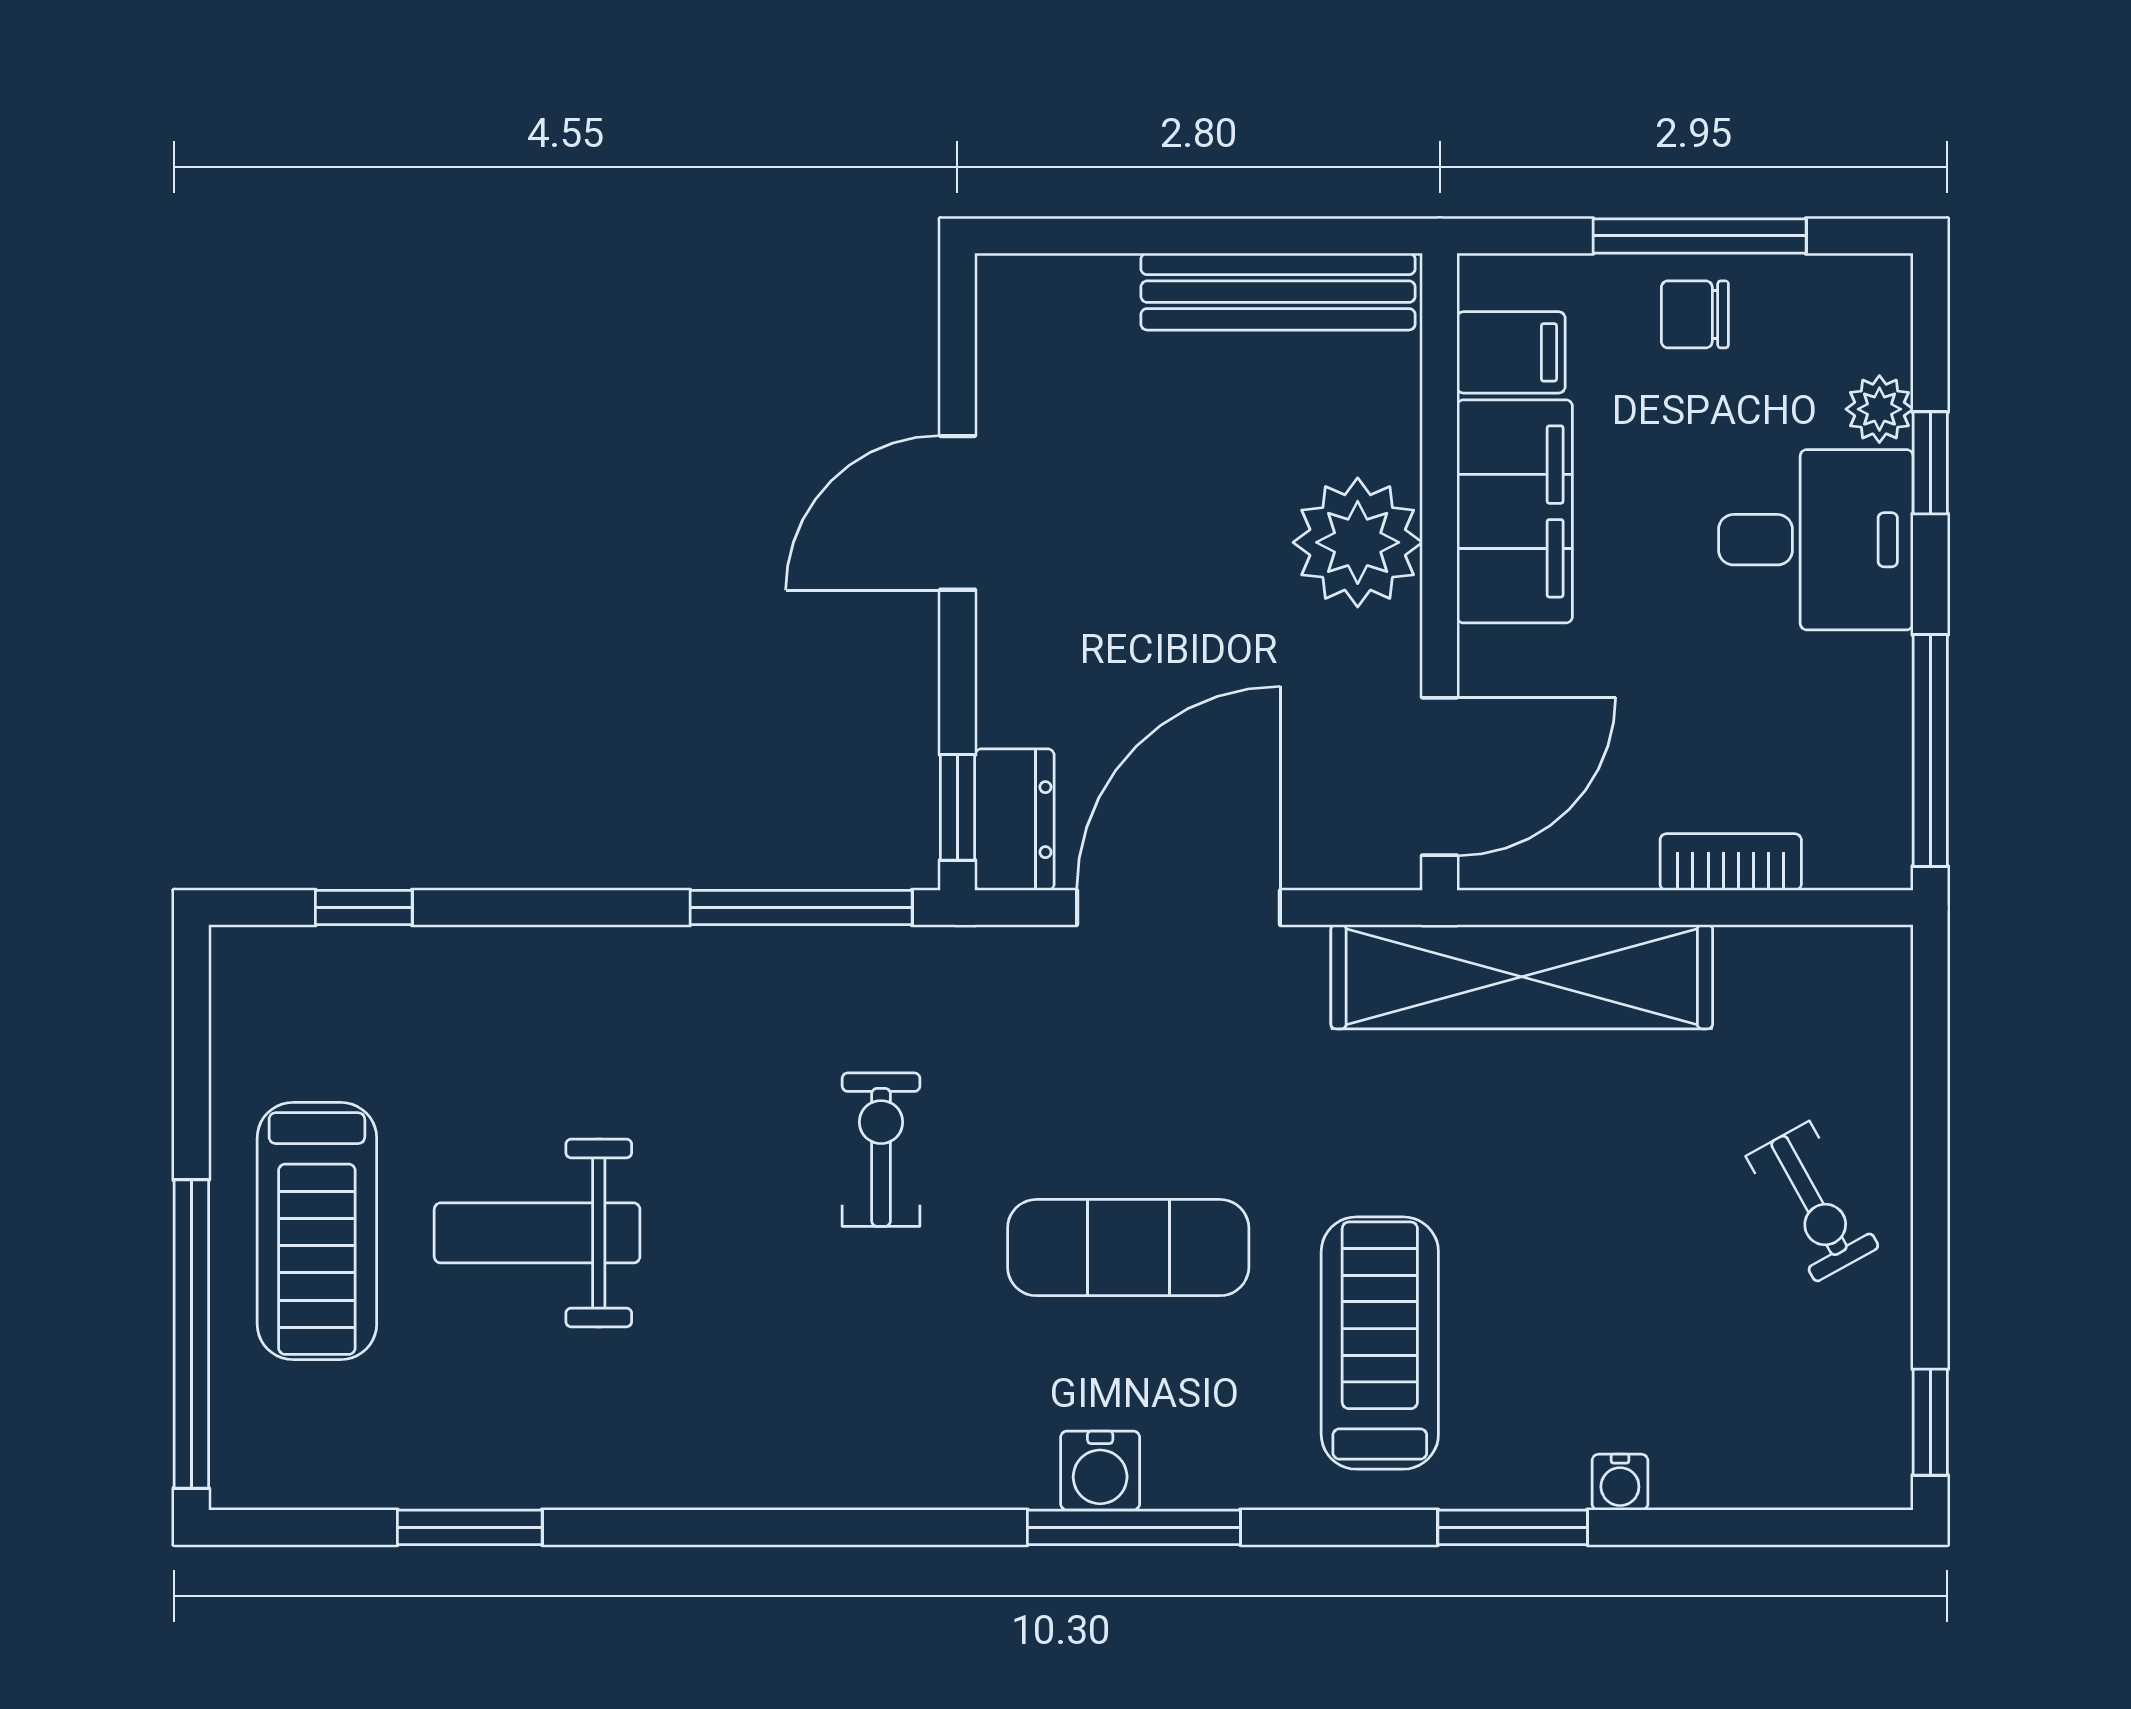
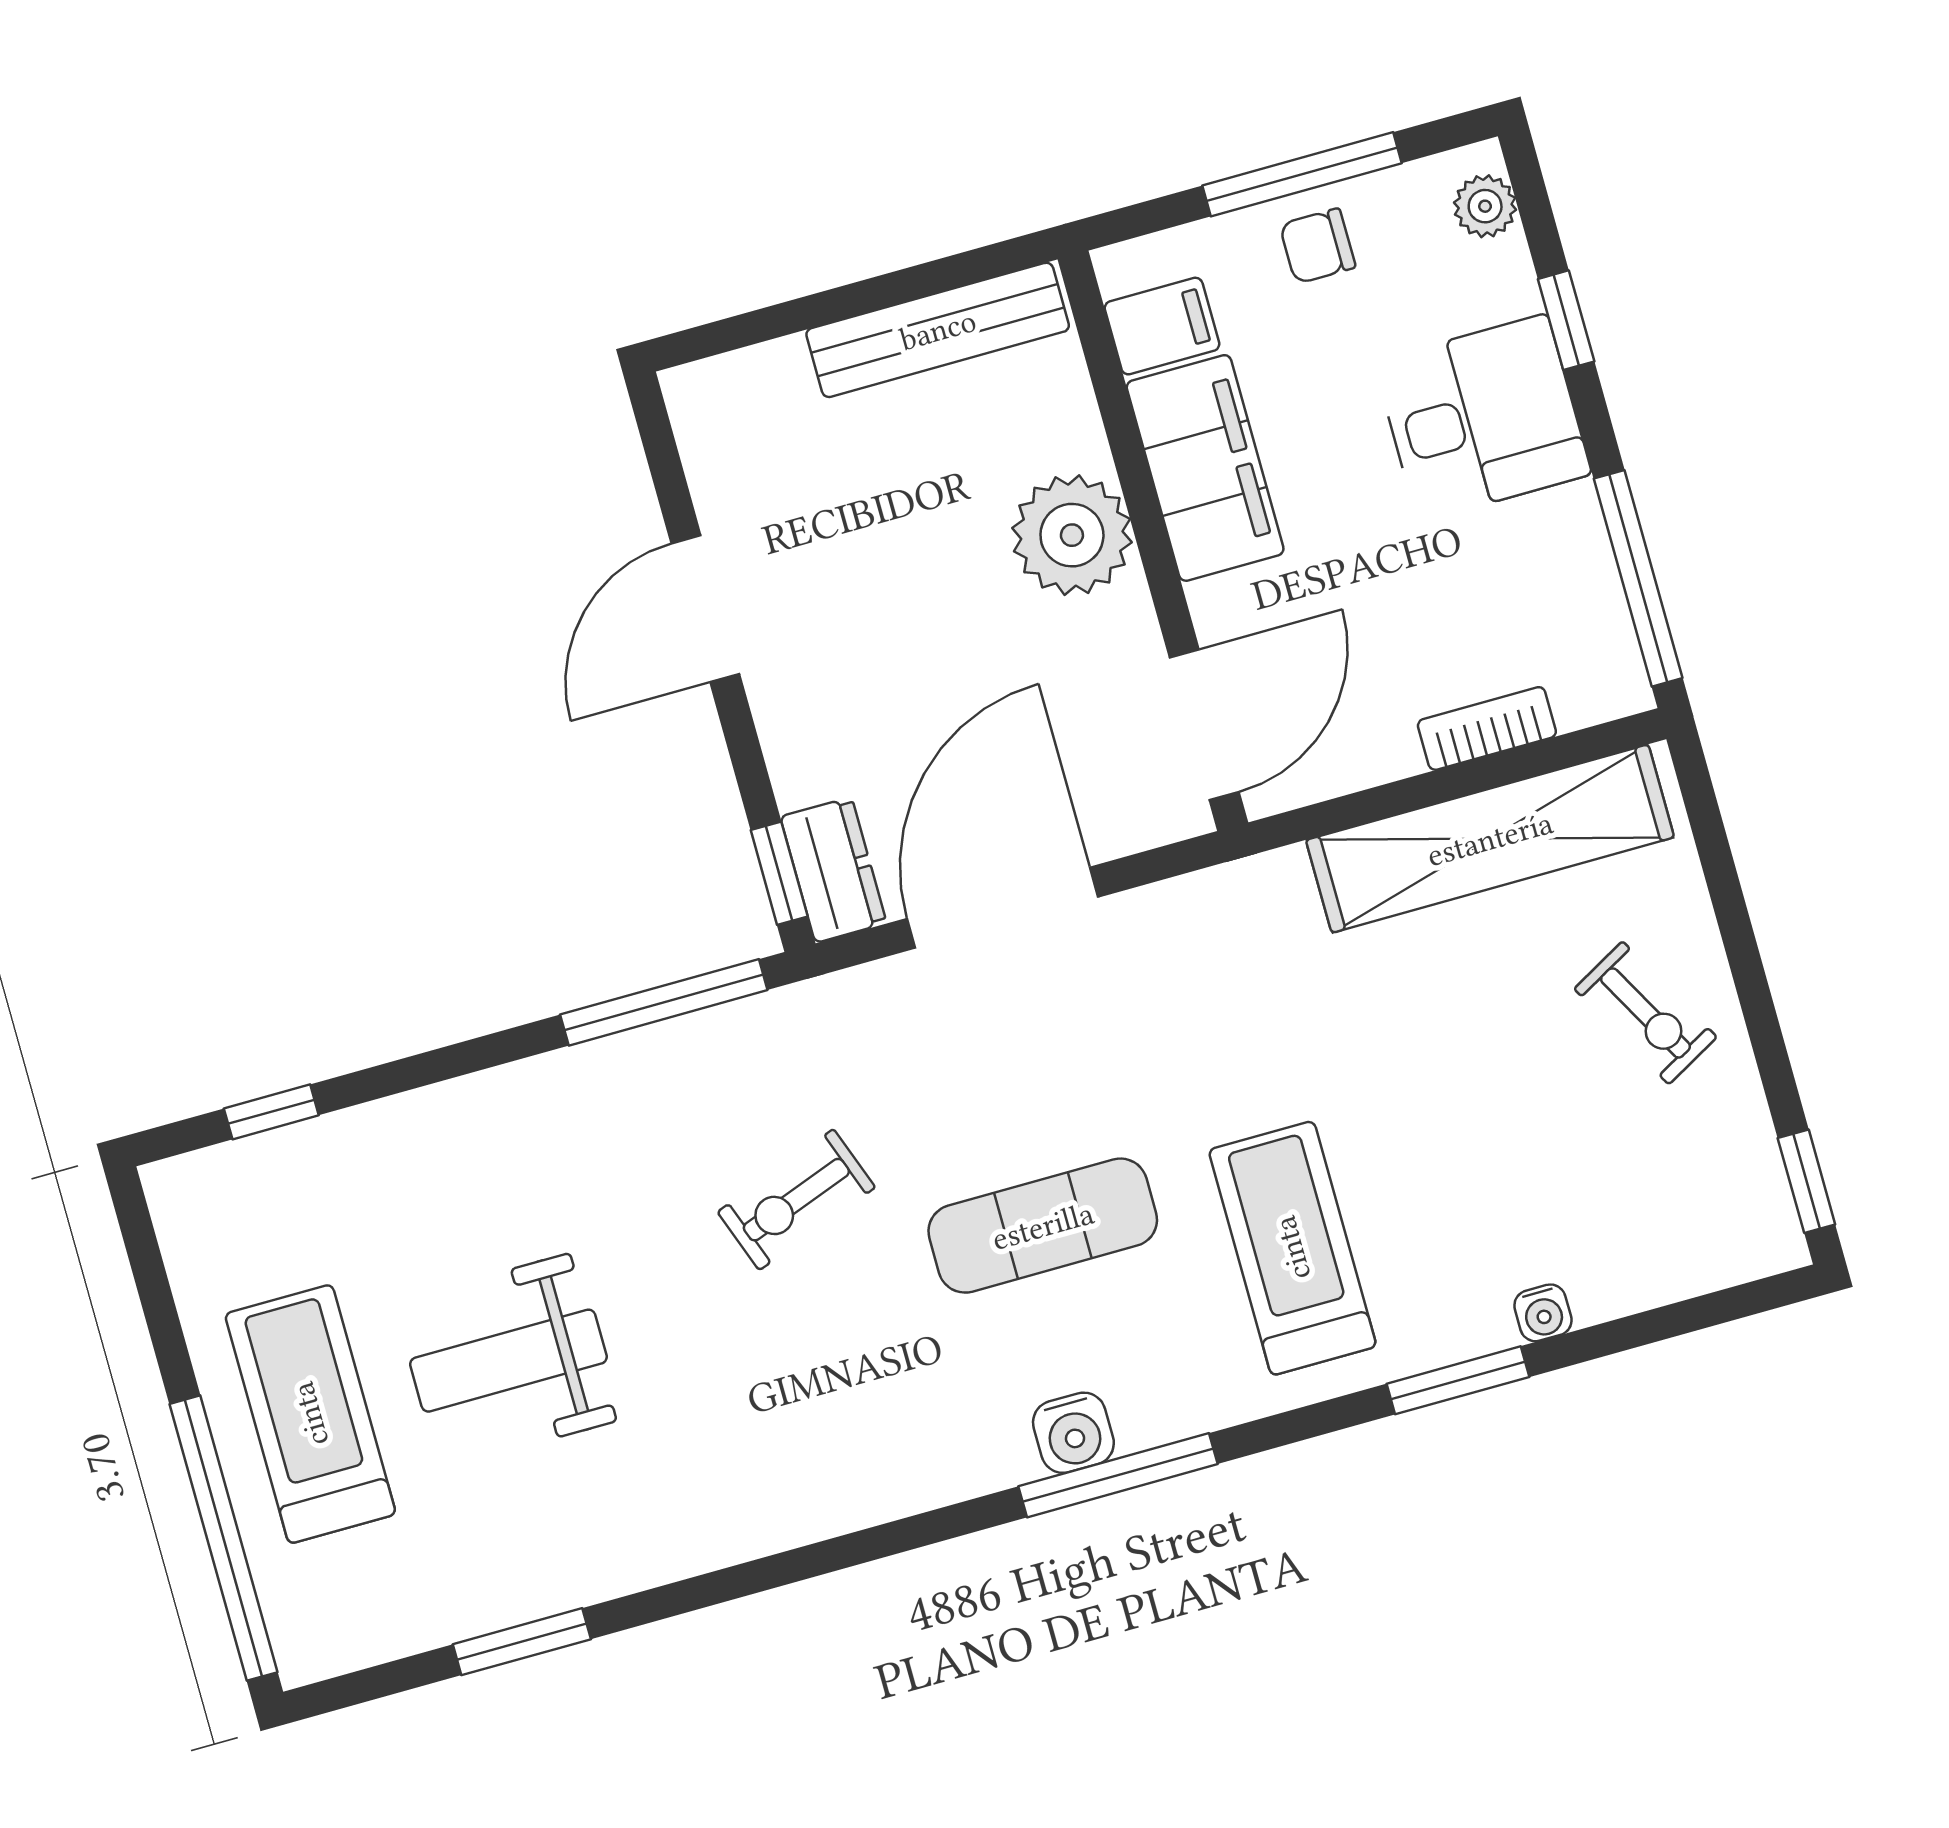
plant: (1879, 409) -> (1485, 206), moved
shelving: (1522, 977) -> (1490, 839), moved
exercise bike: (881, 1150) -> (796, 1200), turned -110
treadmill: (317, 1231) -> (310, 1414), turned 180

